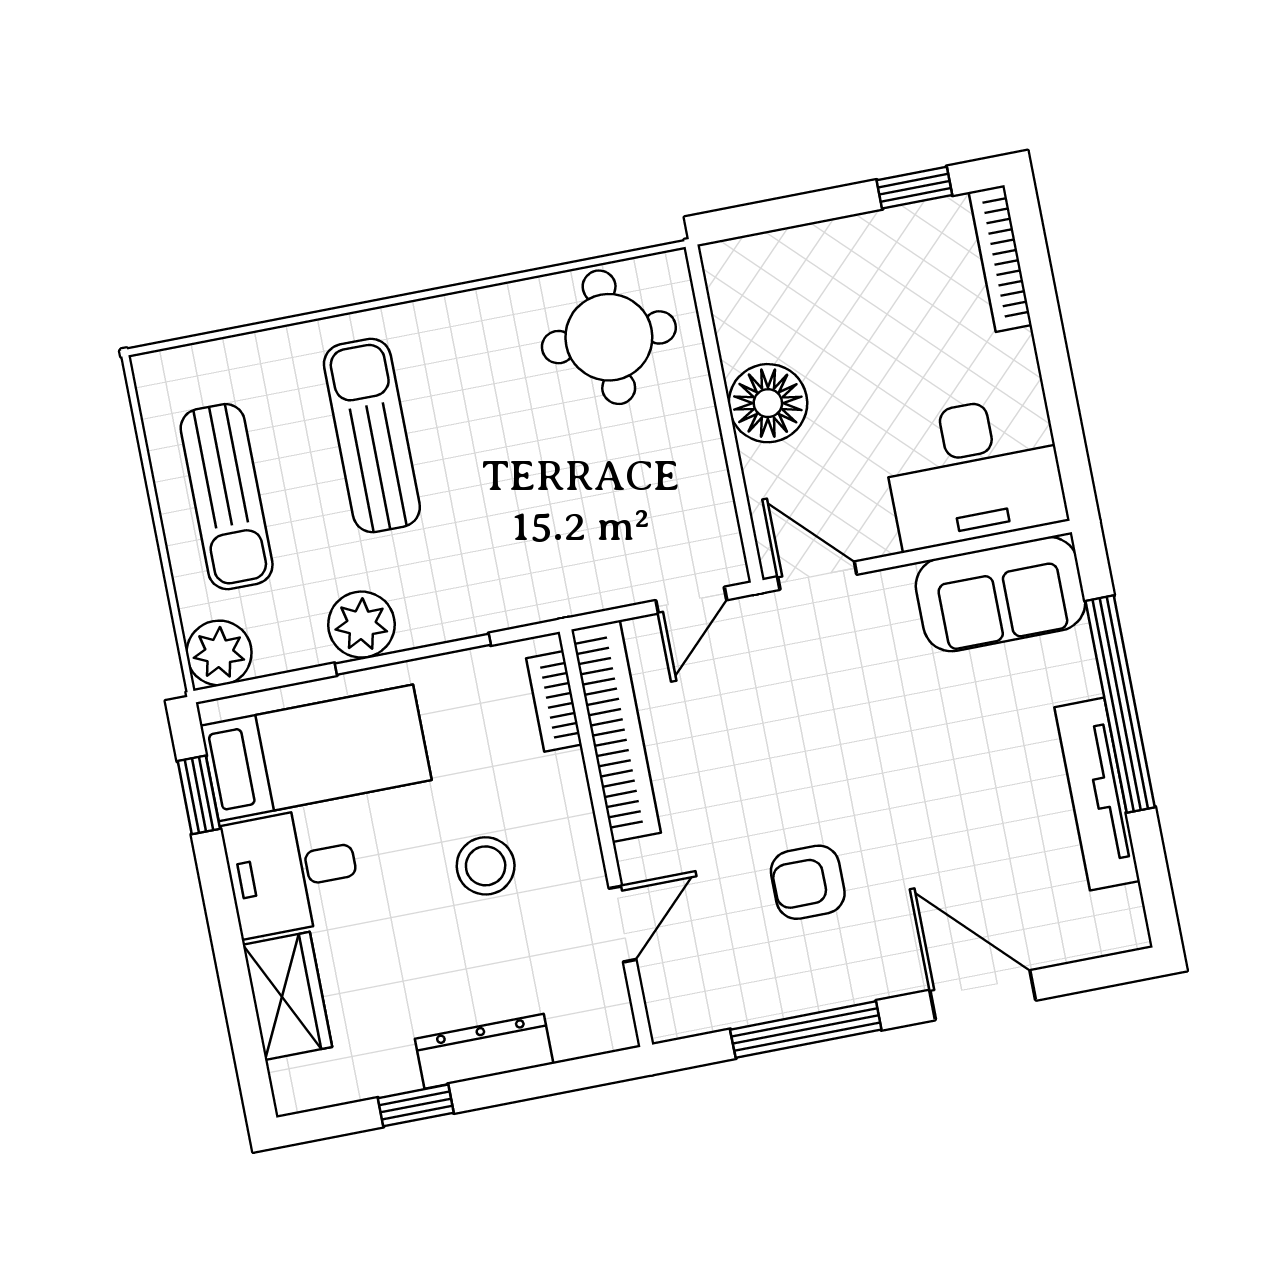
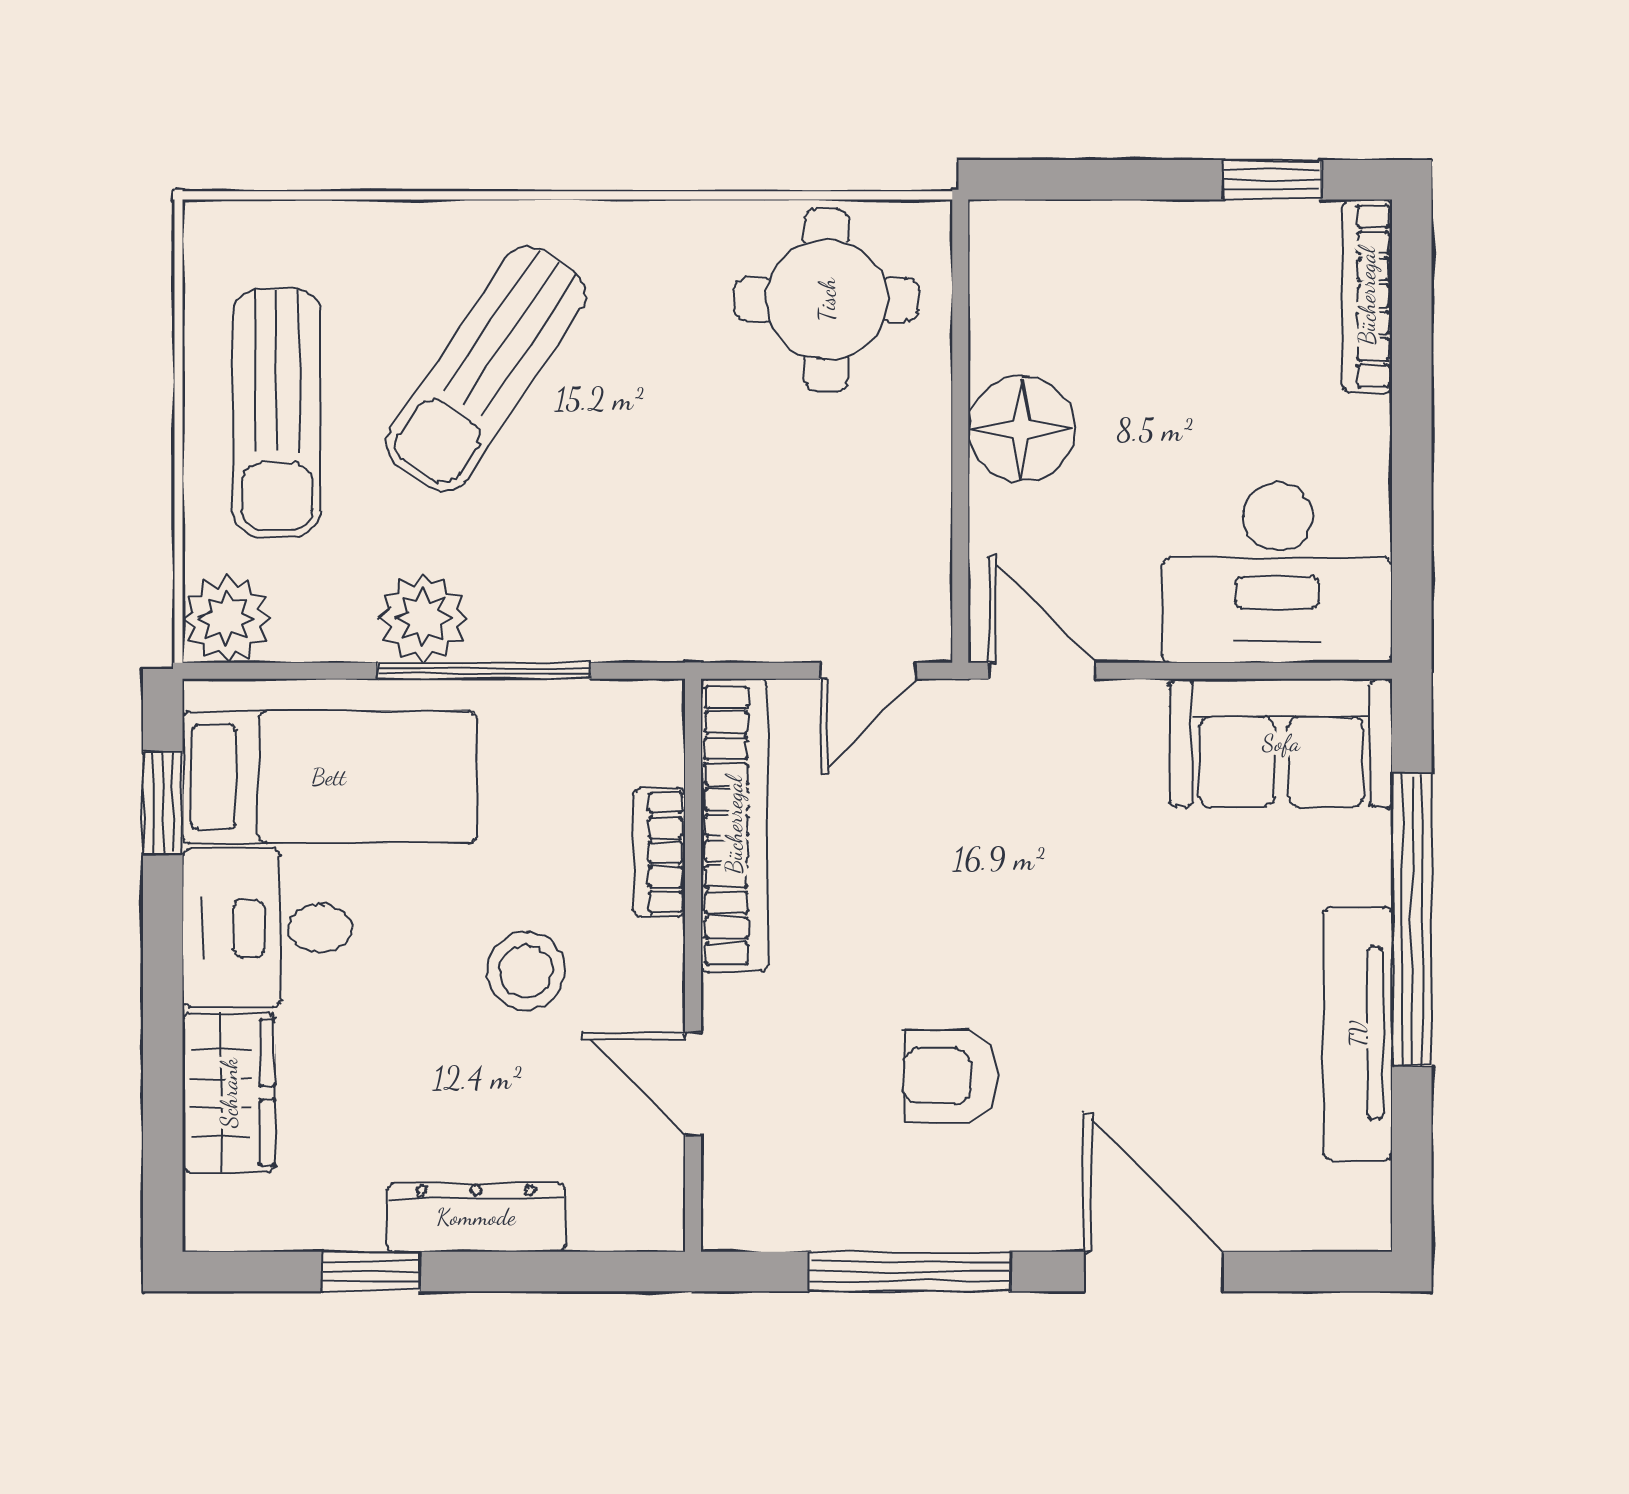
sun lounger: (372, 436) -> (486, 369), turned -146
bookcase: (554, 701) -> (659, 852), moved
door: (623, 924) -> (693, 1084), swing flipped

